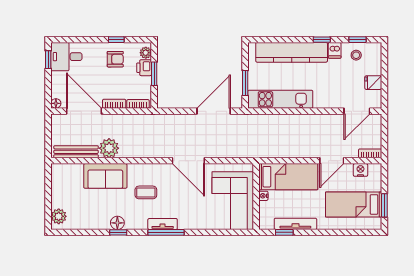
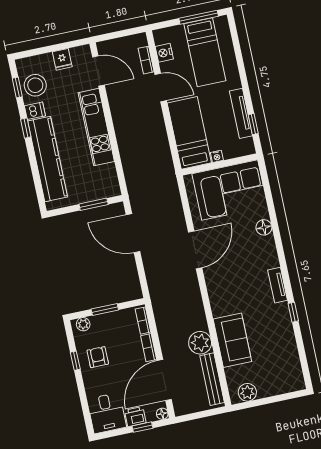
stool: (356, 55) -> (35, 85), width x1.89, depth x1.89
window: (48, 60) -> (142, 427), moved
printer: (144, 68) -> (135, 417), moved, turned 180
kitchen unit: (280, 99) -> (96, 127), moved
bookcase: (370, 153) -> (146, 60), moved
coffee table: (146, 192) -> (241, 290), removed
window: (384, 205) -> (199, 17), width x1.44
plant: (59, 216) -> (247, 392), moved
floor lamp: (117, 223) -> (264, 227), moved
tv unit: (163, 224) -> (278, 285), moved
window: (166, 232) -> (282, 258), removed

